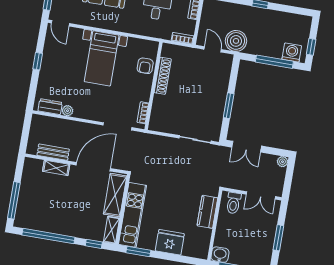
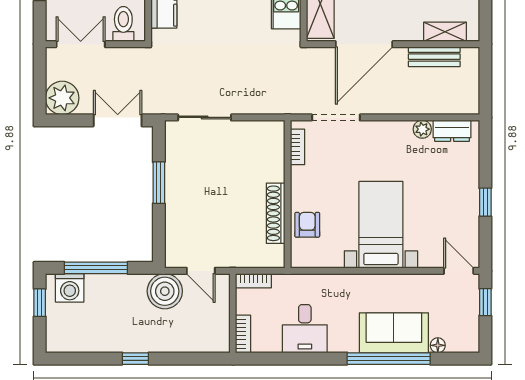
plant: (282, 162) -> (62, 98), width x1.88, depth x1.88
shelving: (56, 168) -> (445, 32), moved

